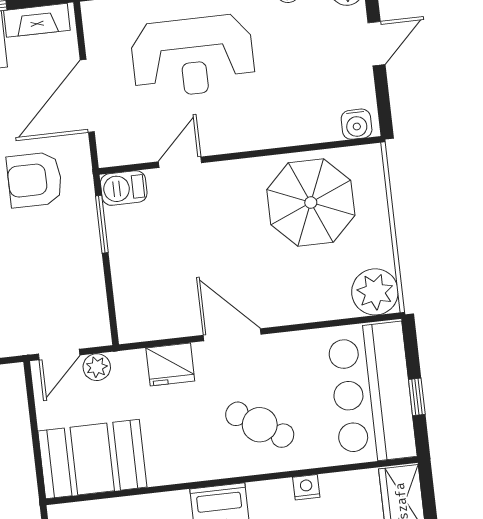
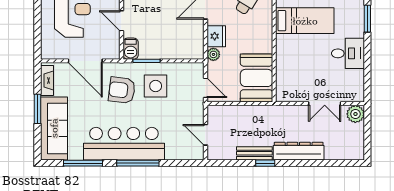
armchair: (35, 180) -> (122, 90), turned 97
side table: (51, 249) -> (156, 86), added
plant: (97, 367) -> (213, 54), moved

